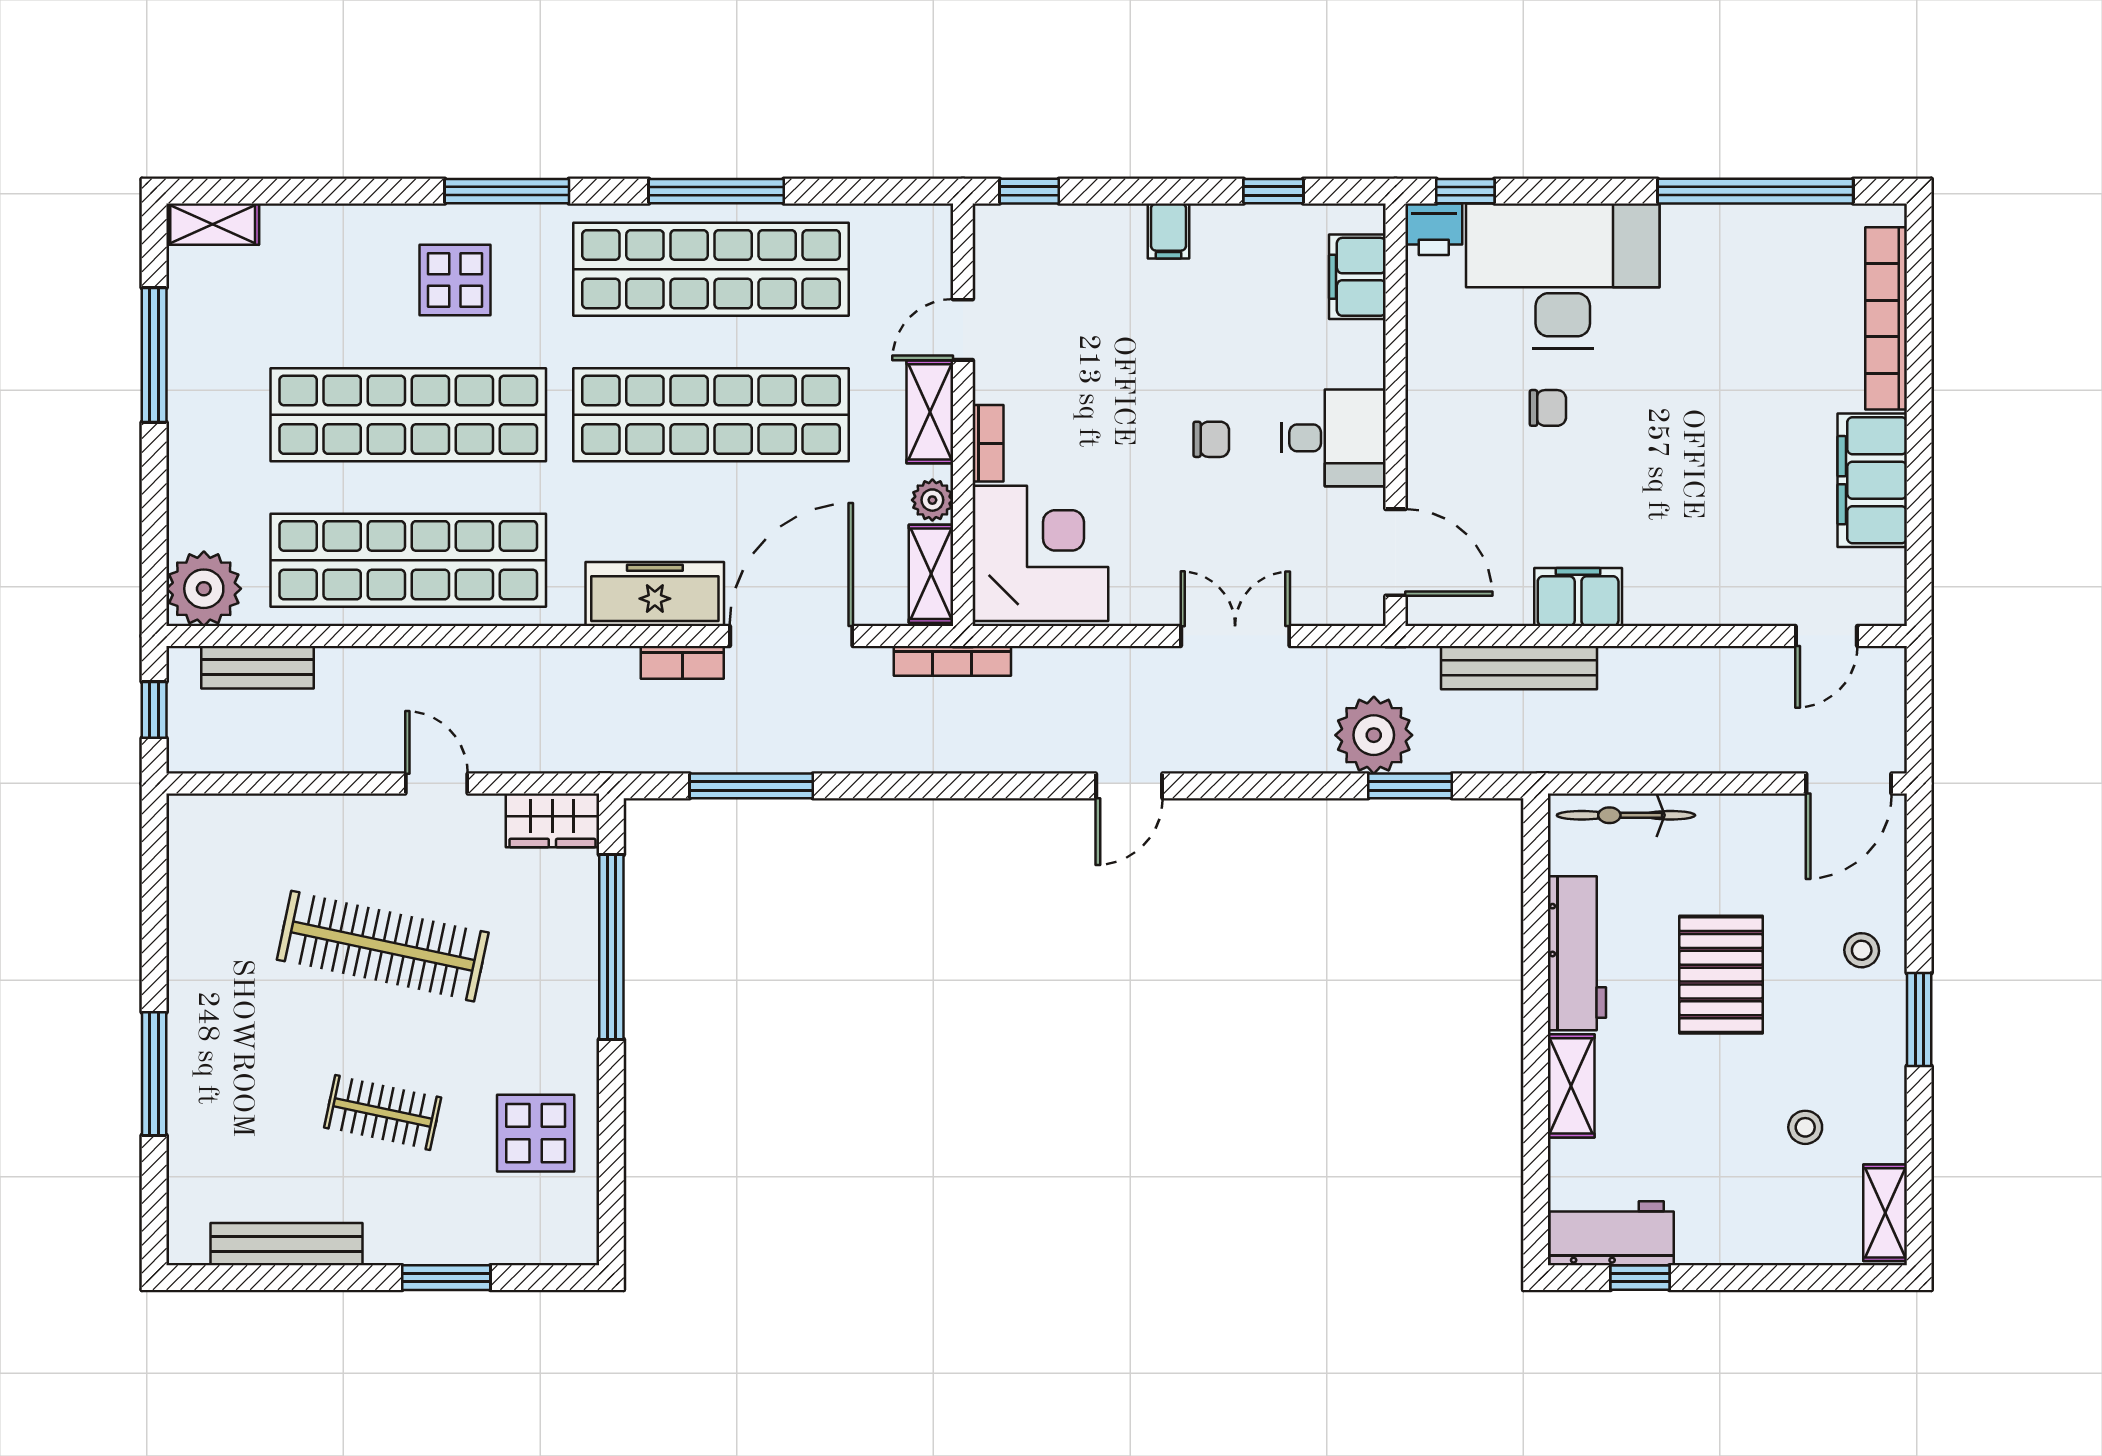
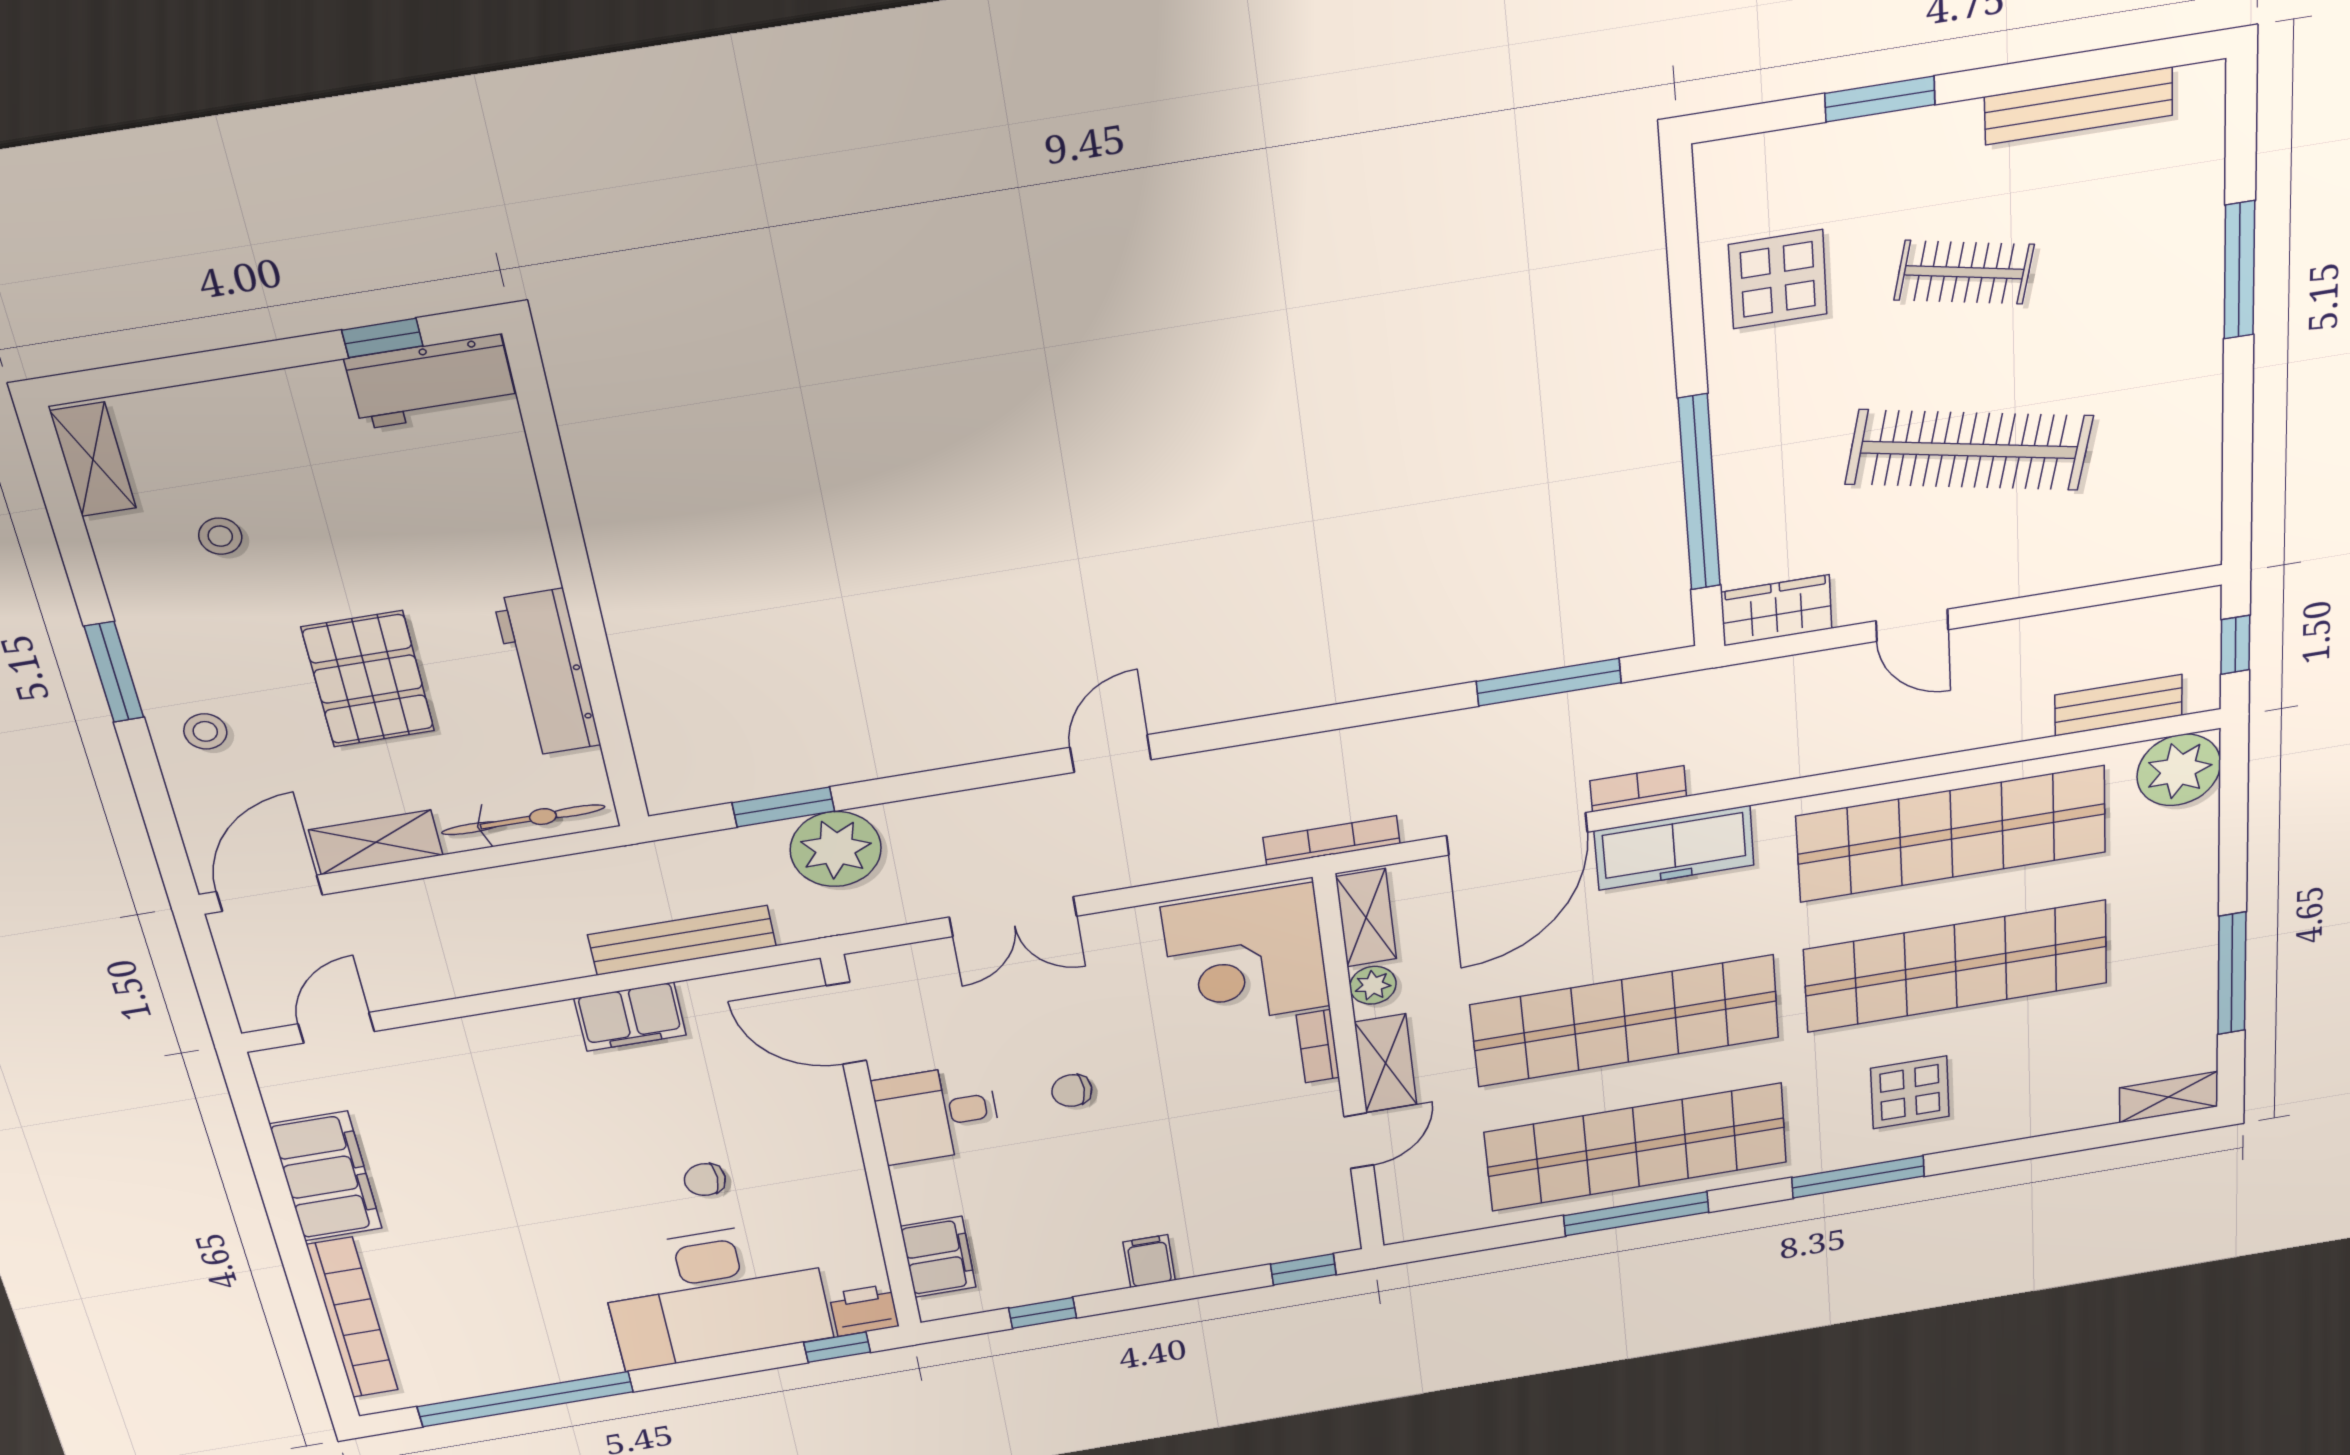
shelving: (1571, 1086) -> (376, 842), moved, turned 90

